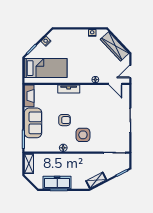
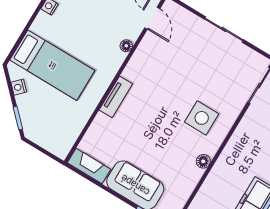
bed: (46, 68) -> (52, 65), moved, turned 90
door: (115, 84) -> (152, 18), hinge flipped
armchair: (64, 120) -> (161, 133), removed

